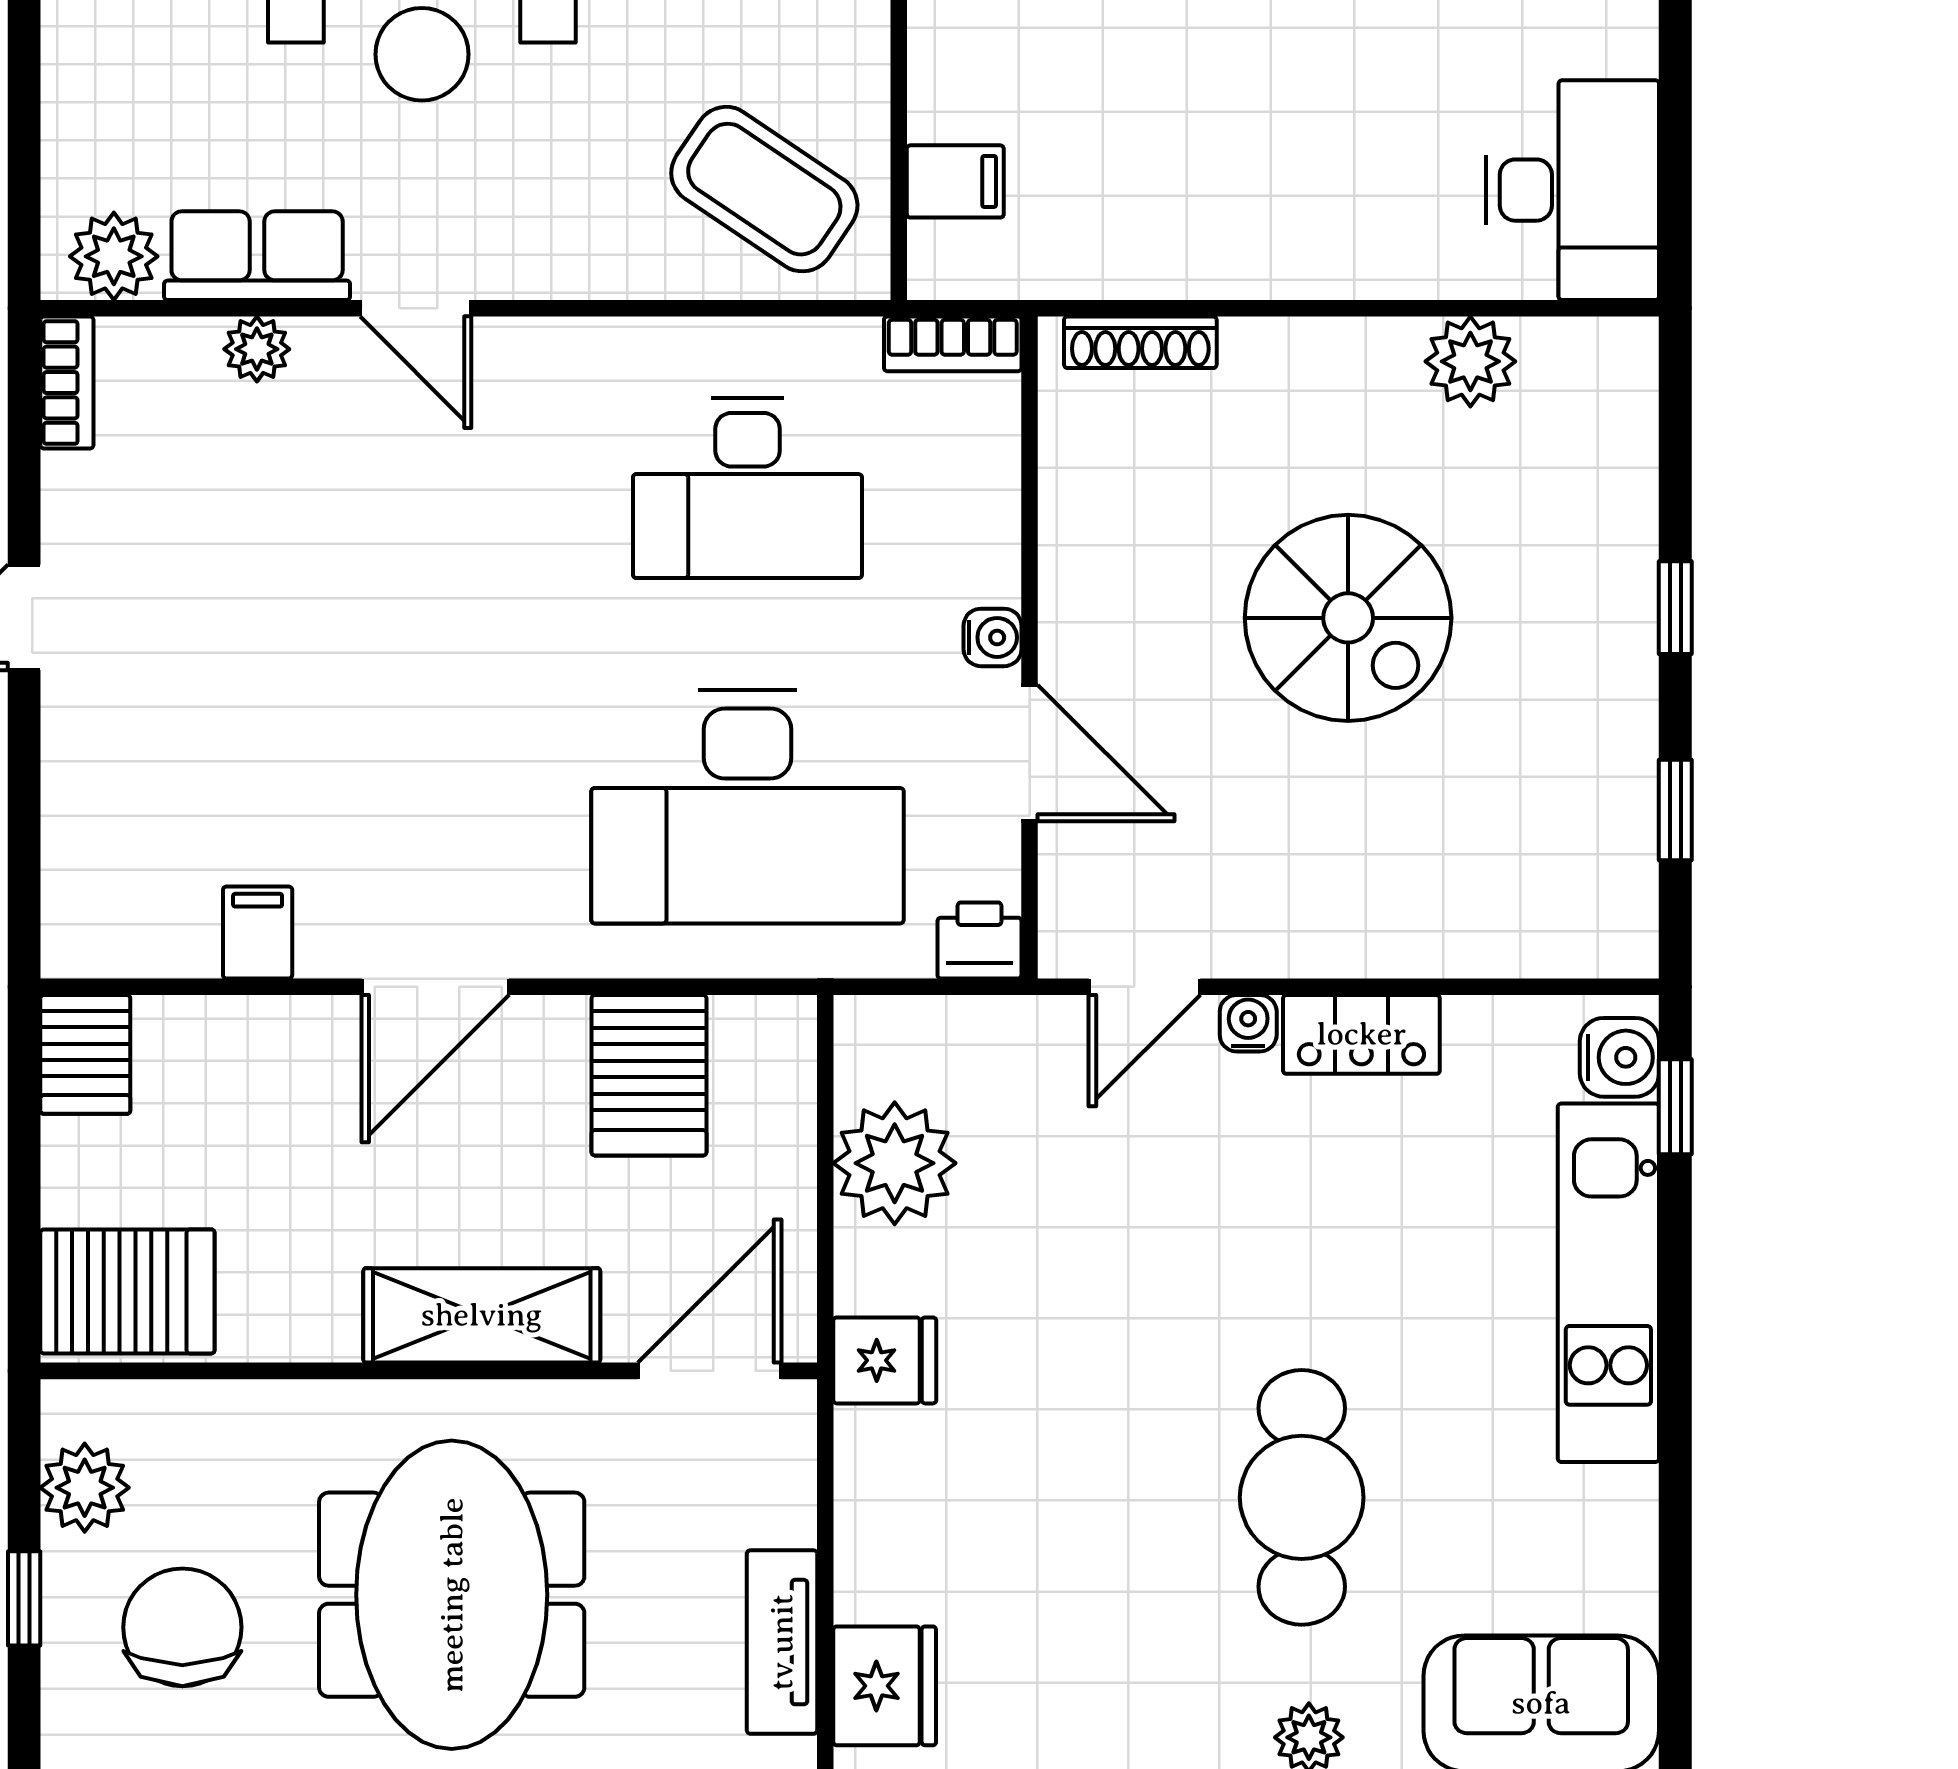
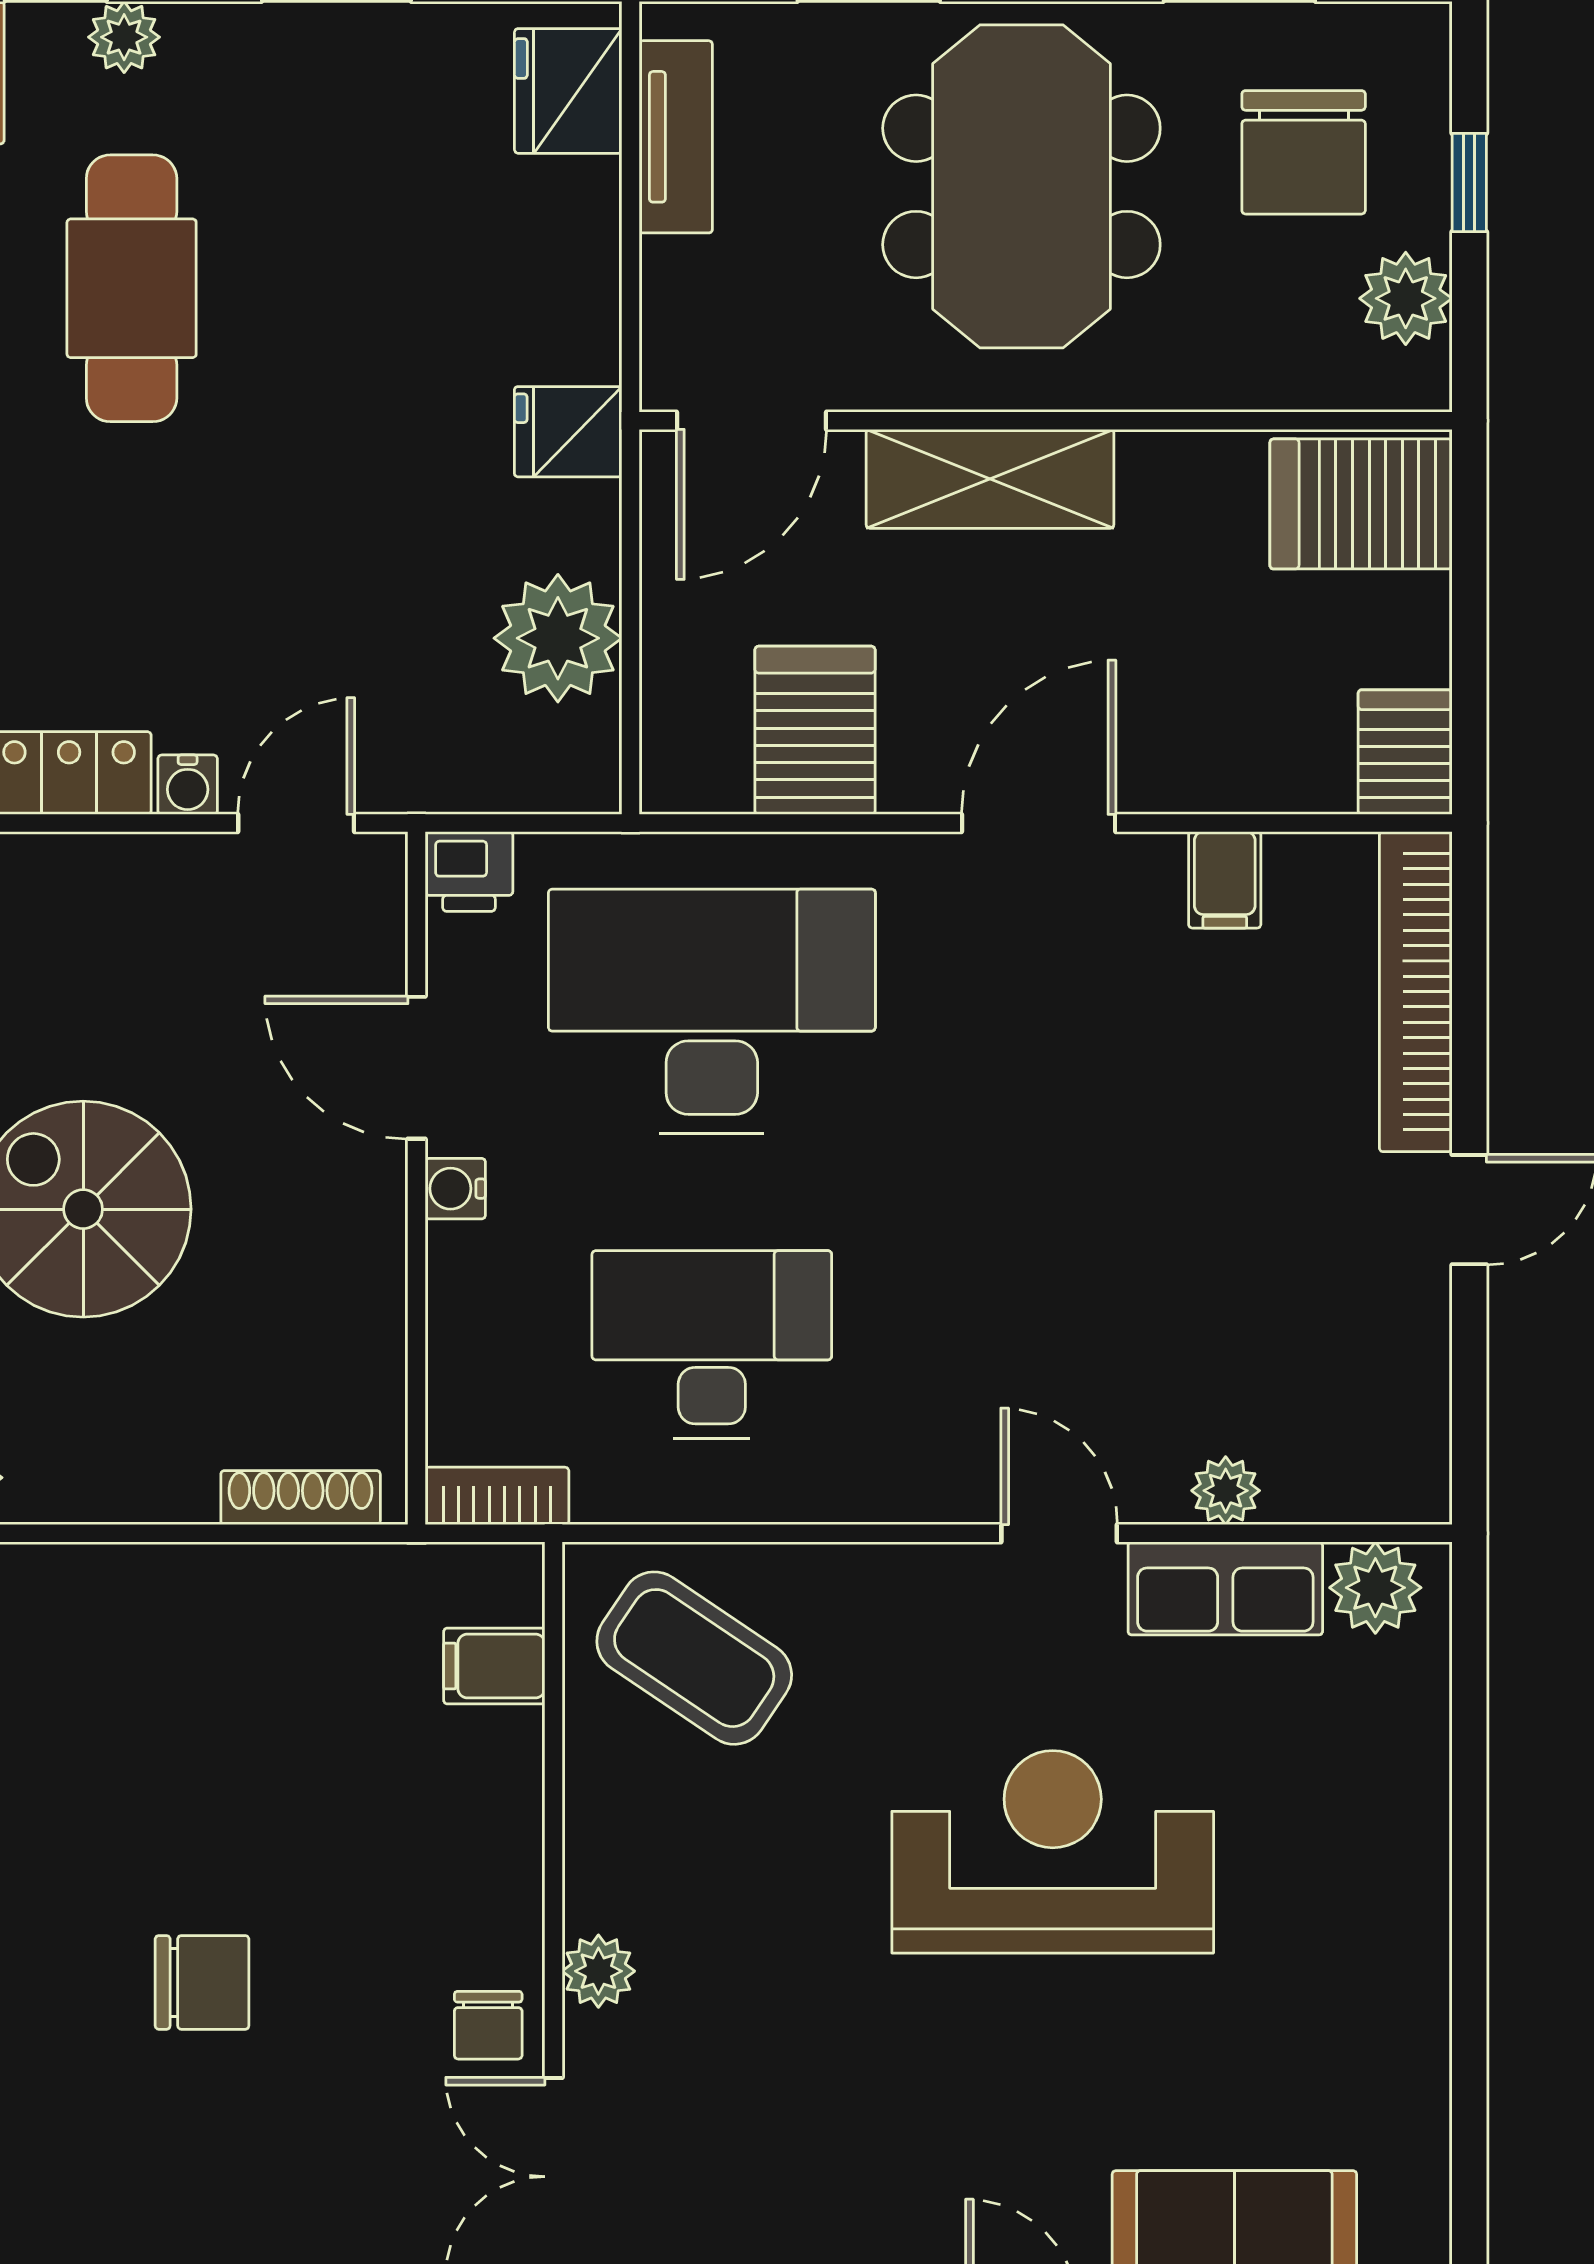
bookcase: (67, 383) -> (1416, 992), moved, width x2.31, depth x1.31

